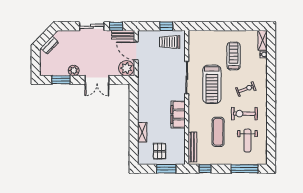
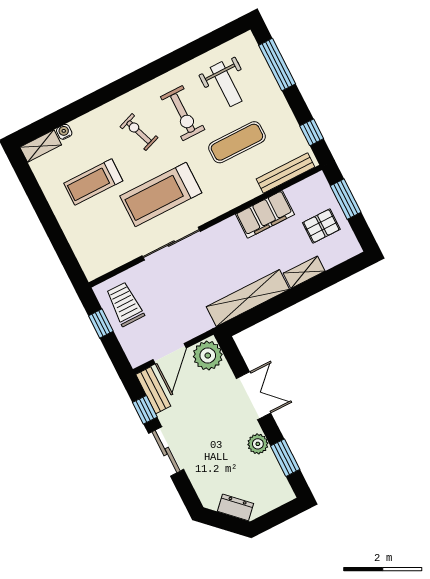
trolley: (170, 42) -> (125, 304), turned 180
treadmill: (212, 84) -> (161, 194), turned 180
shelving: (144, 100) -> (248, 298), added
filing cabinet: (178, 115) -> (265, 214), moved
weight bench: (247, 141) -> (226, 84), turned 90

